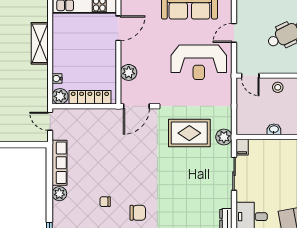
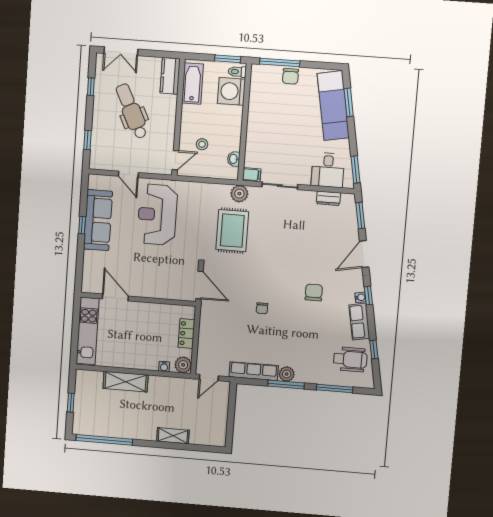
reception desk: (199, 62) -> (157, 215), turned 180
plant: (129, 72) -> (163, 290), removed
stool: (278, 87) -> (202, 144), moved
locker: (90, 97) -> (186, 333), width x0.66
washbasin: (274, 129) -> (234, 159), moved
window: (49, 194) -> (286, 385), added
chair: (105, 202) -> (262, 308), moved

